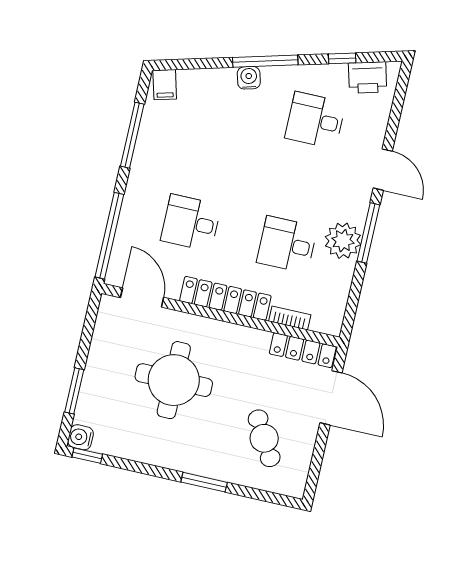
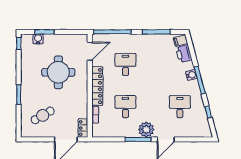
printer: (368, 77) -> (184, 54), moved
plant: (343, 241) -> (146, 130), moved
locker: (303, 350) -> (83, 128), width x0.66
water cooler: (81, 437) -> (38, 39), moved

